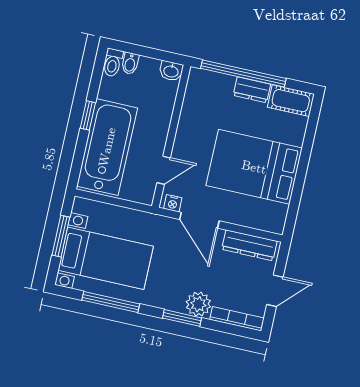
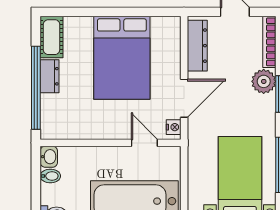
bidet: (130, 63) -> (50, 176), moved

